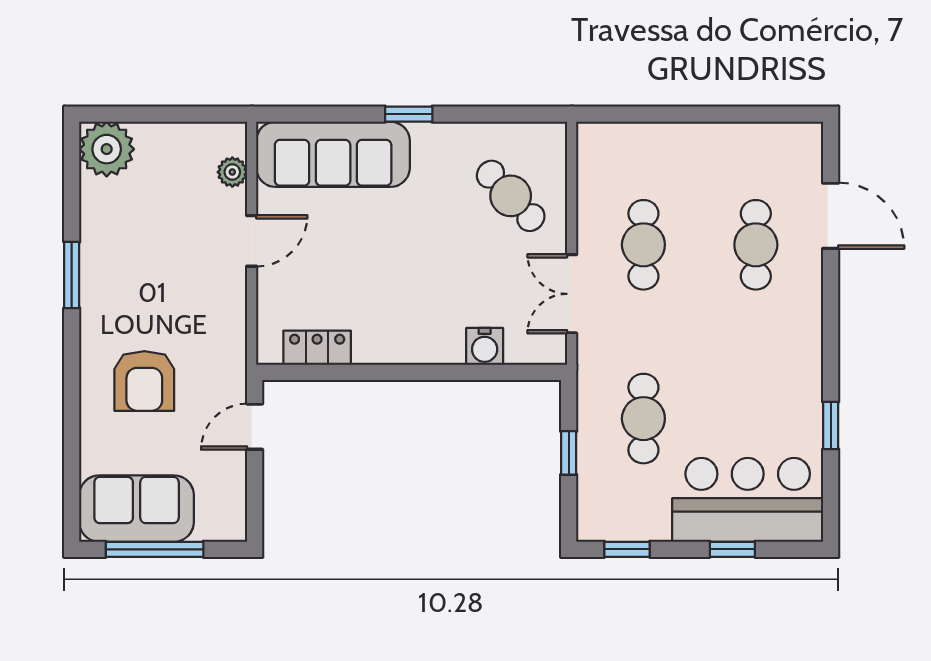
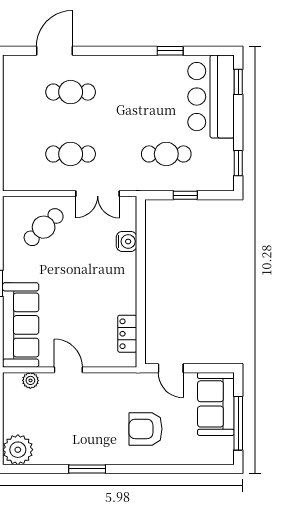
armchair: (144, 381) -> (146, 429), turned 180
sofa: (137, 509) -> (216, 404), moved
window: (732, 549) -> (238, 82), moved

